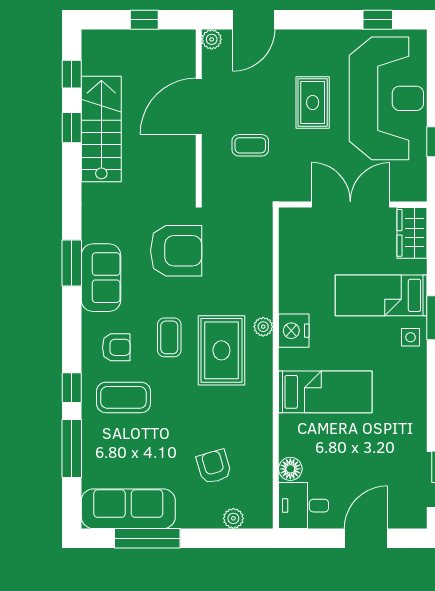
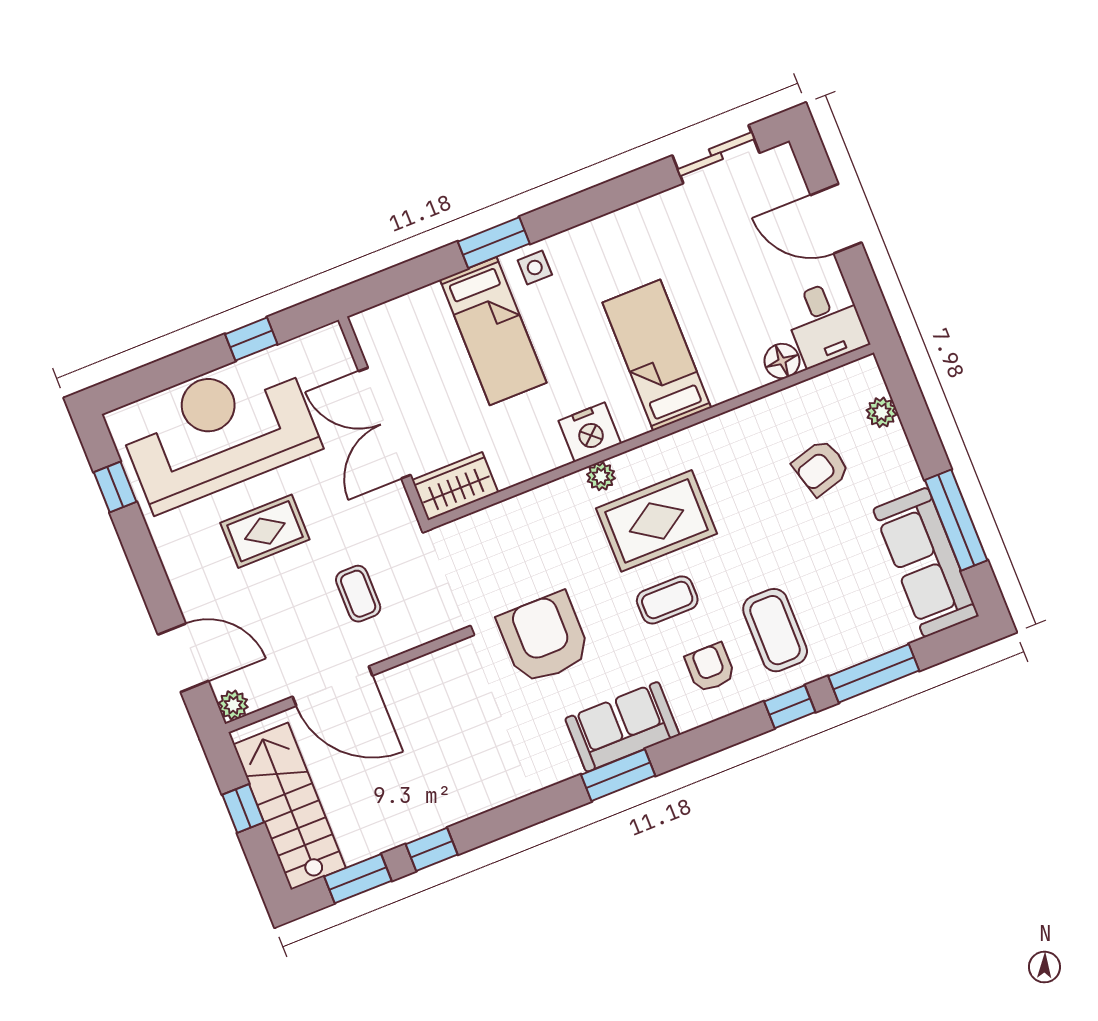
window: (72, 74) -> (358, 879), width x1.50
stairs: (101, 129) -> (289, 806), moved, turned 90
wardrobe: (412, 233) -> (455, 486), moved, turned 180

